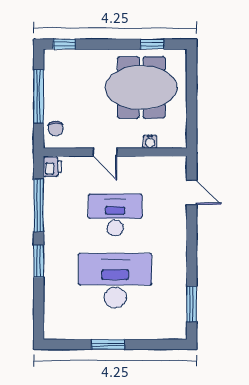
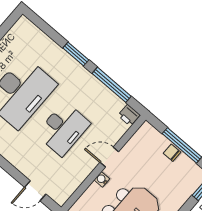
chair: (56, 128) -> (172, 153), moved
water cooler: (150, 142) -> (102, 179), moved

